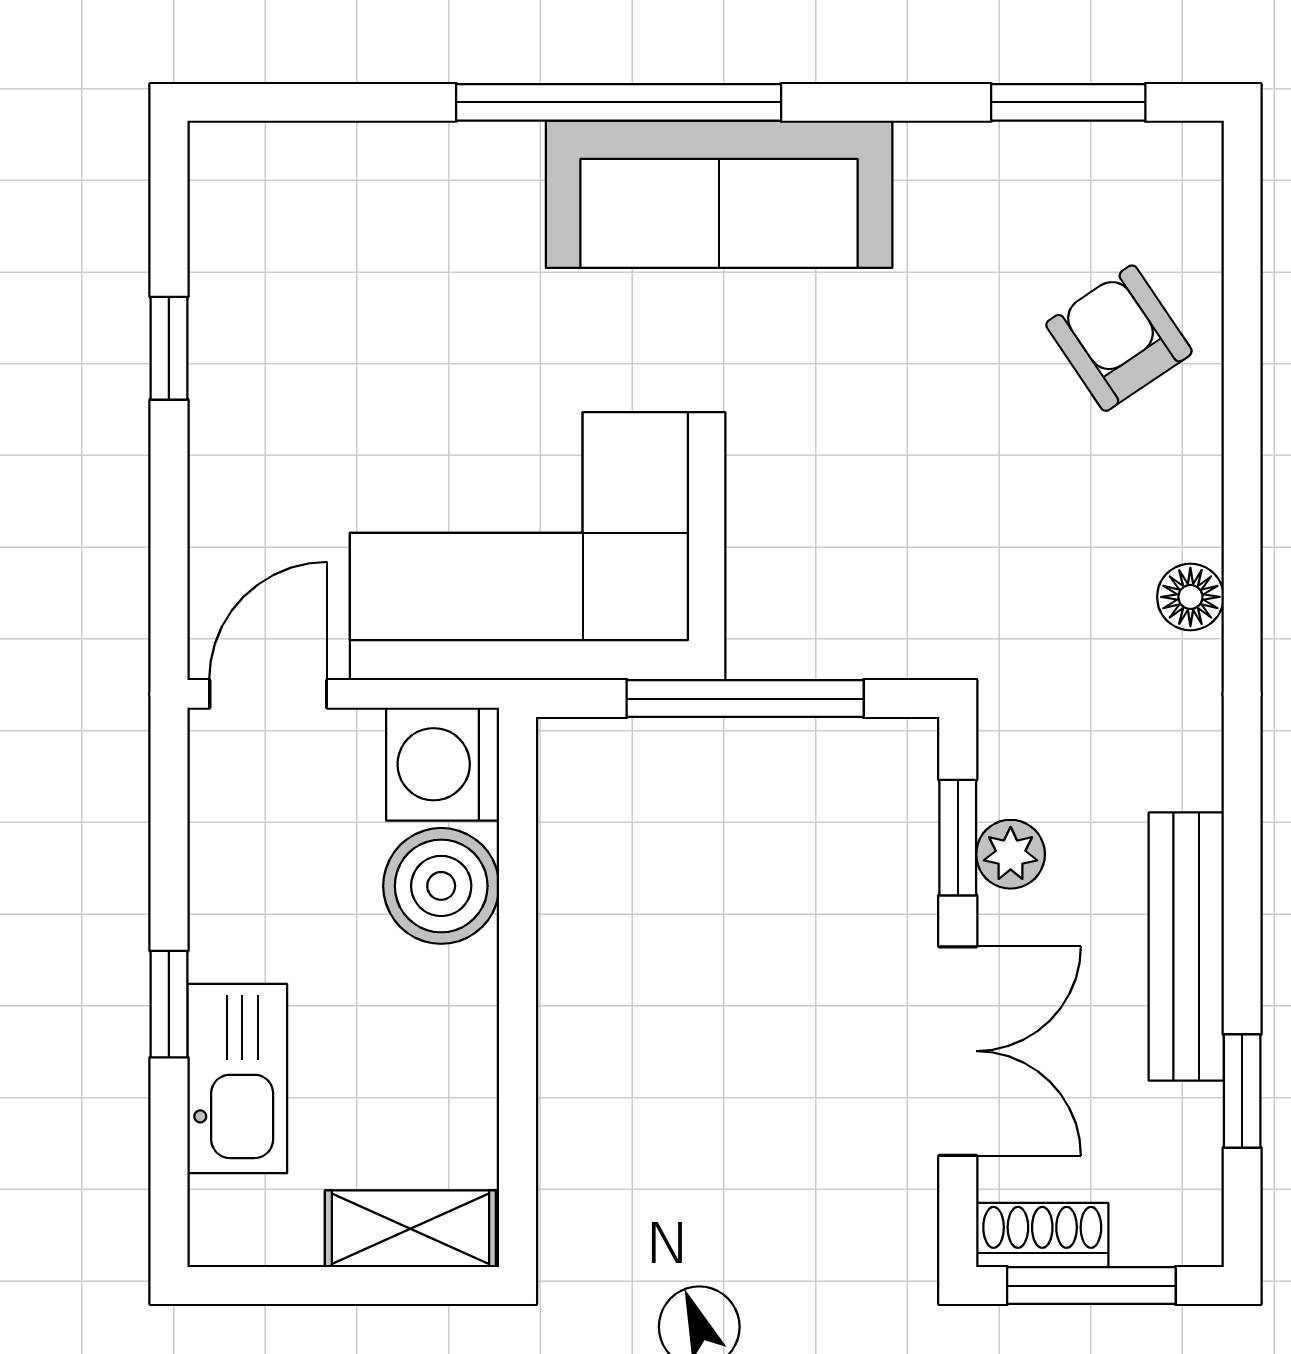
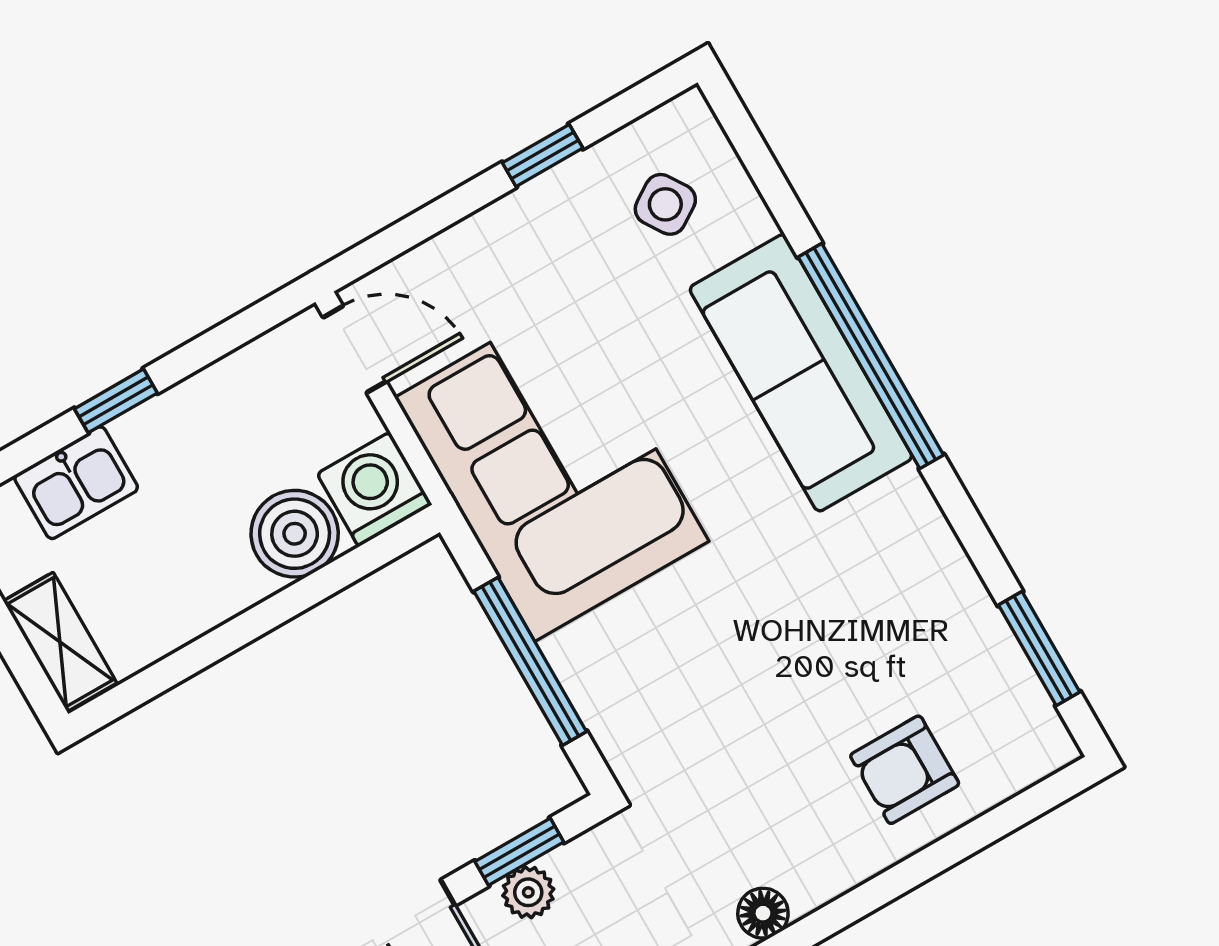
sofa: (719, 194) -> (801, 373), moved
side table: (307, 239) -> (665, 204), added
armchair: (1119, 338) -> (905, 770), turned -146
kitchen sink: (237, 1079) -> (76, 483), width x0.73

